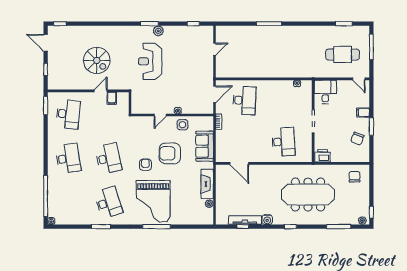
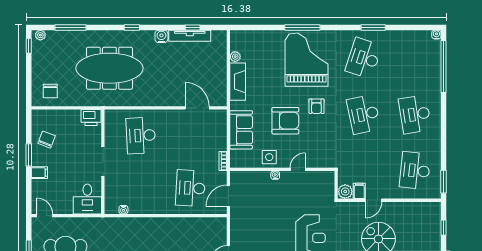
plant: (123, 98) -> (345, 192), added
desk: (108, 202) -> (364, 58), turned 36

